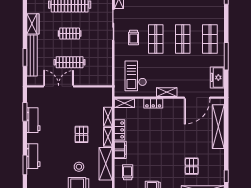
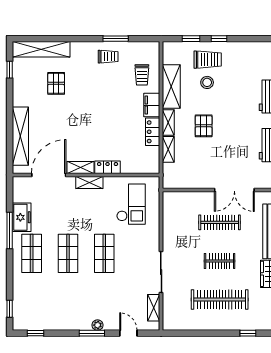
trolley: (134, 37) -> (134, 256), removed
freezer: (217, 77) -> (22, 217), moved
shelving: (124, 103) -> (80, 168), moved

